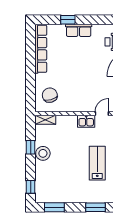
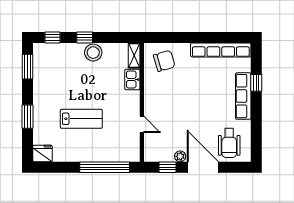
row of seats: (79, 30) -> (243, 96), width x1.48
kitchen sink: (86, 121) -> (132, 79), moved
window: (31, 147) -> (85, 37), moved

